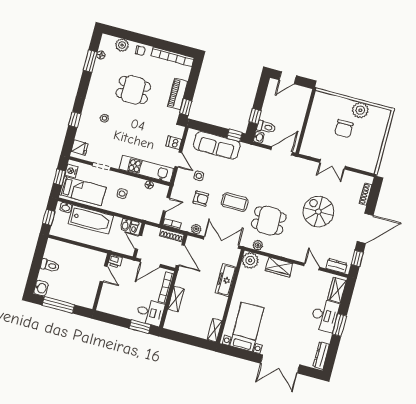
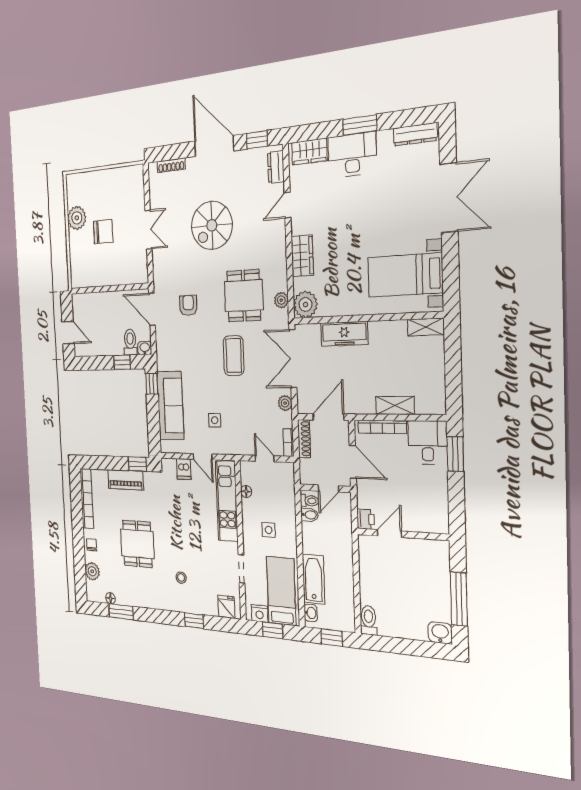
door: (178, 160) -> (203, 457), swing flipped
armchair: (201, 199) -> (188, 305), moved
bathtub: (91, 220) -> (313, 579), width x0.73, depth x0.73
toilet: (50, 265) -> (369, 620), moved

